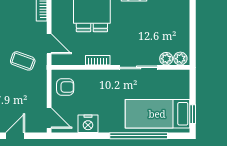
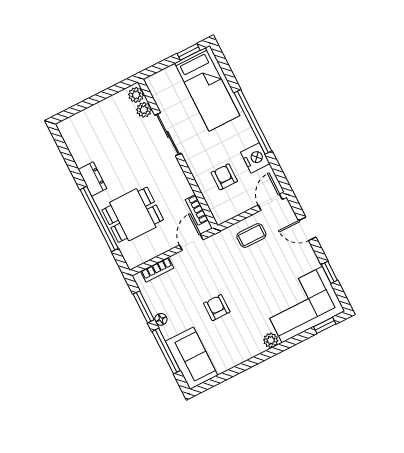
bookcase: (98, 60) -> (197, 210), moved
coffee table: (23, 61) -> (251, 235), moved, turned 70
armchair: (65, 87) -> (224, 177), moved
window: (139, 136) -> (253, 122), moved

